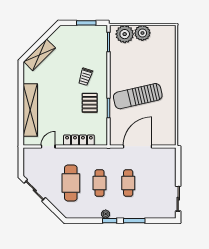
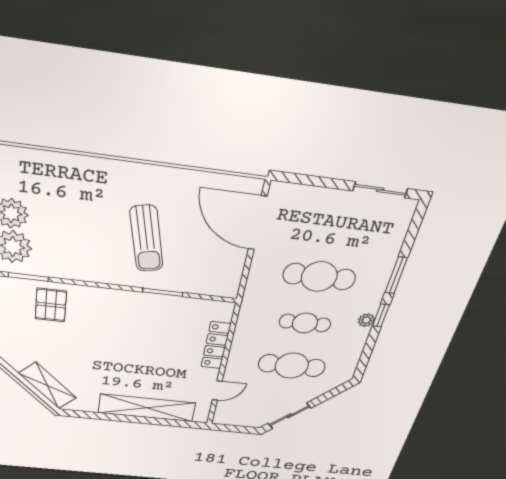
trolley: (85, 77) -> (96, 323), removed
sun lounger: (138, 96) -> (147, 239), width x0.73, depth x0.75
pallet: (90, 103) -> (51, 305), moved, turned 90
door: (48, 146) -> (217, 391), swing flipped
door: (138, 146) -> (258, 223), moved
cafe table: (128, 183) -> (319, 277), width x1.37, depth x1.35

